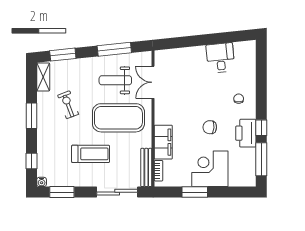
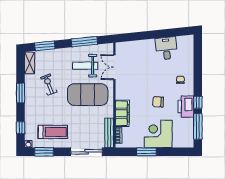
treadmill: (91, 154) -> (53, 132), moved

